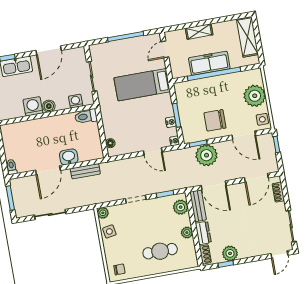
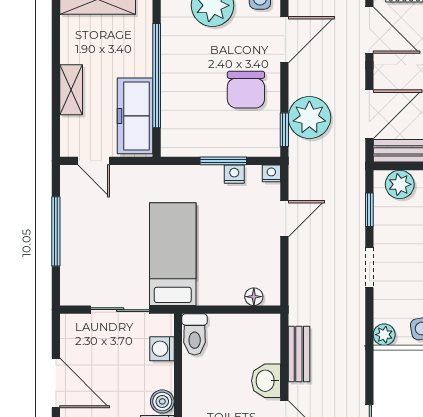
freezer: (209, 63) -> (135, 116), moved
bed: (142, 85) -> (173, 254), moved, turned 180

